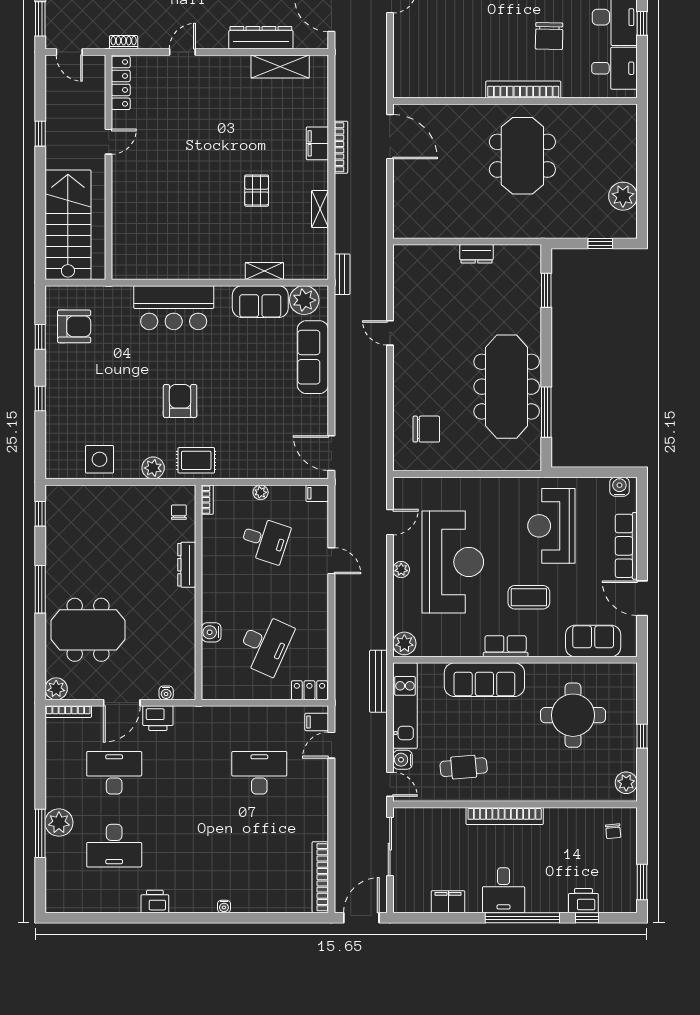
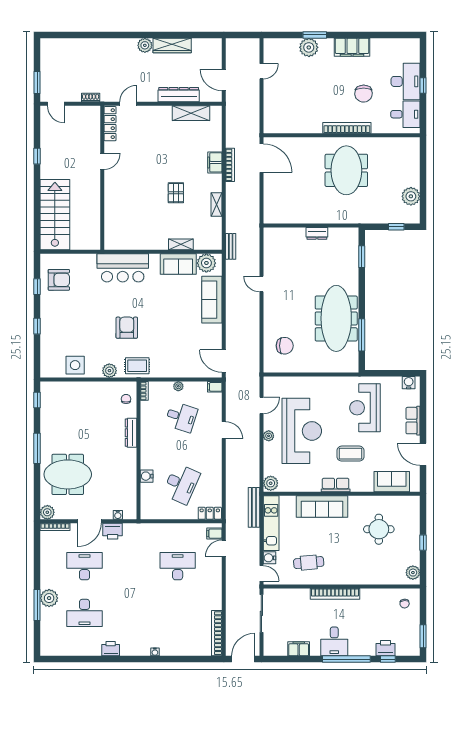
locker: (121, 83) -> (110, 124), moved
door: (109, 142) -> (102, 161), moved
wall: (109, 167) -> (102, 178), moved
row of seats: (626, 546) -> (413, 421), width x0.68
round table: (573, 715) -> (379, 529), width x0.73, depth x0.73

